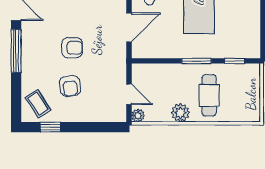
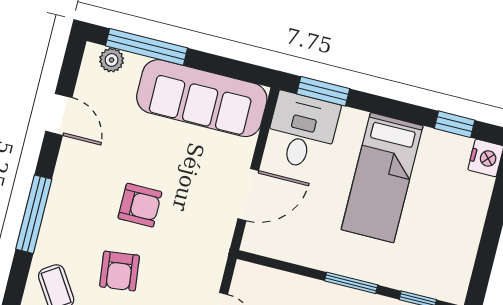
window: (16, 51) -> (34, 214), moved

